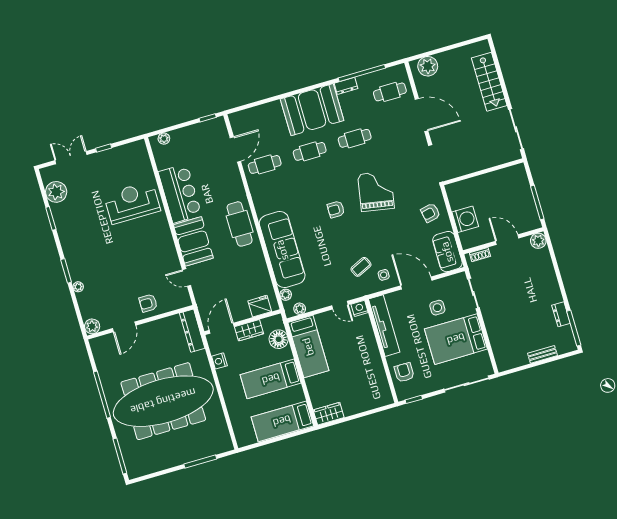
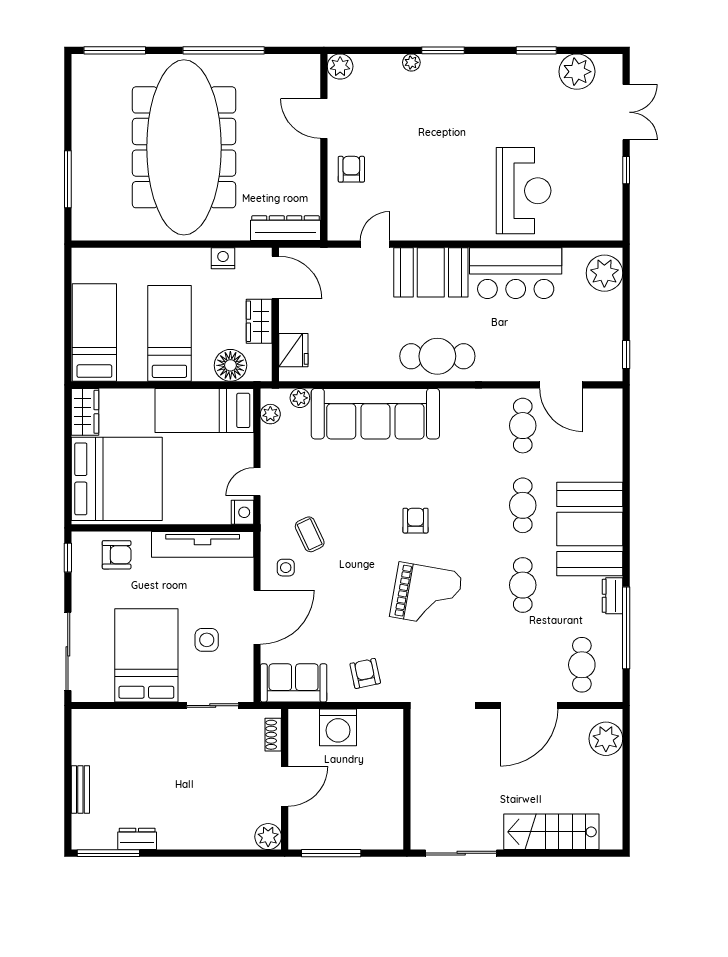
plant: (164, 139) -> (604, 273), width x1.88, depth x1.88
bed: (361, 385) -> (117, 479), added

